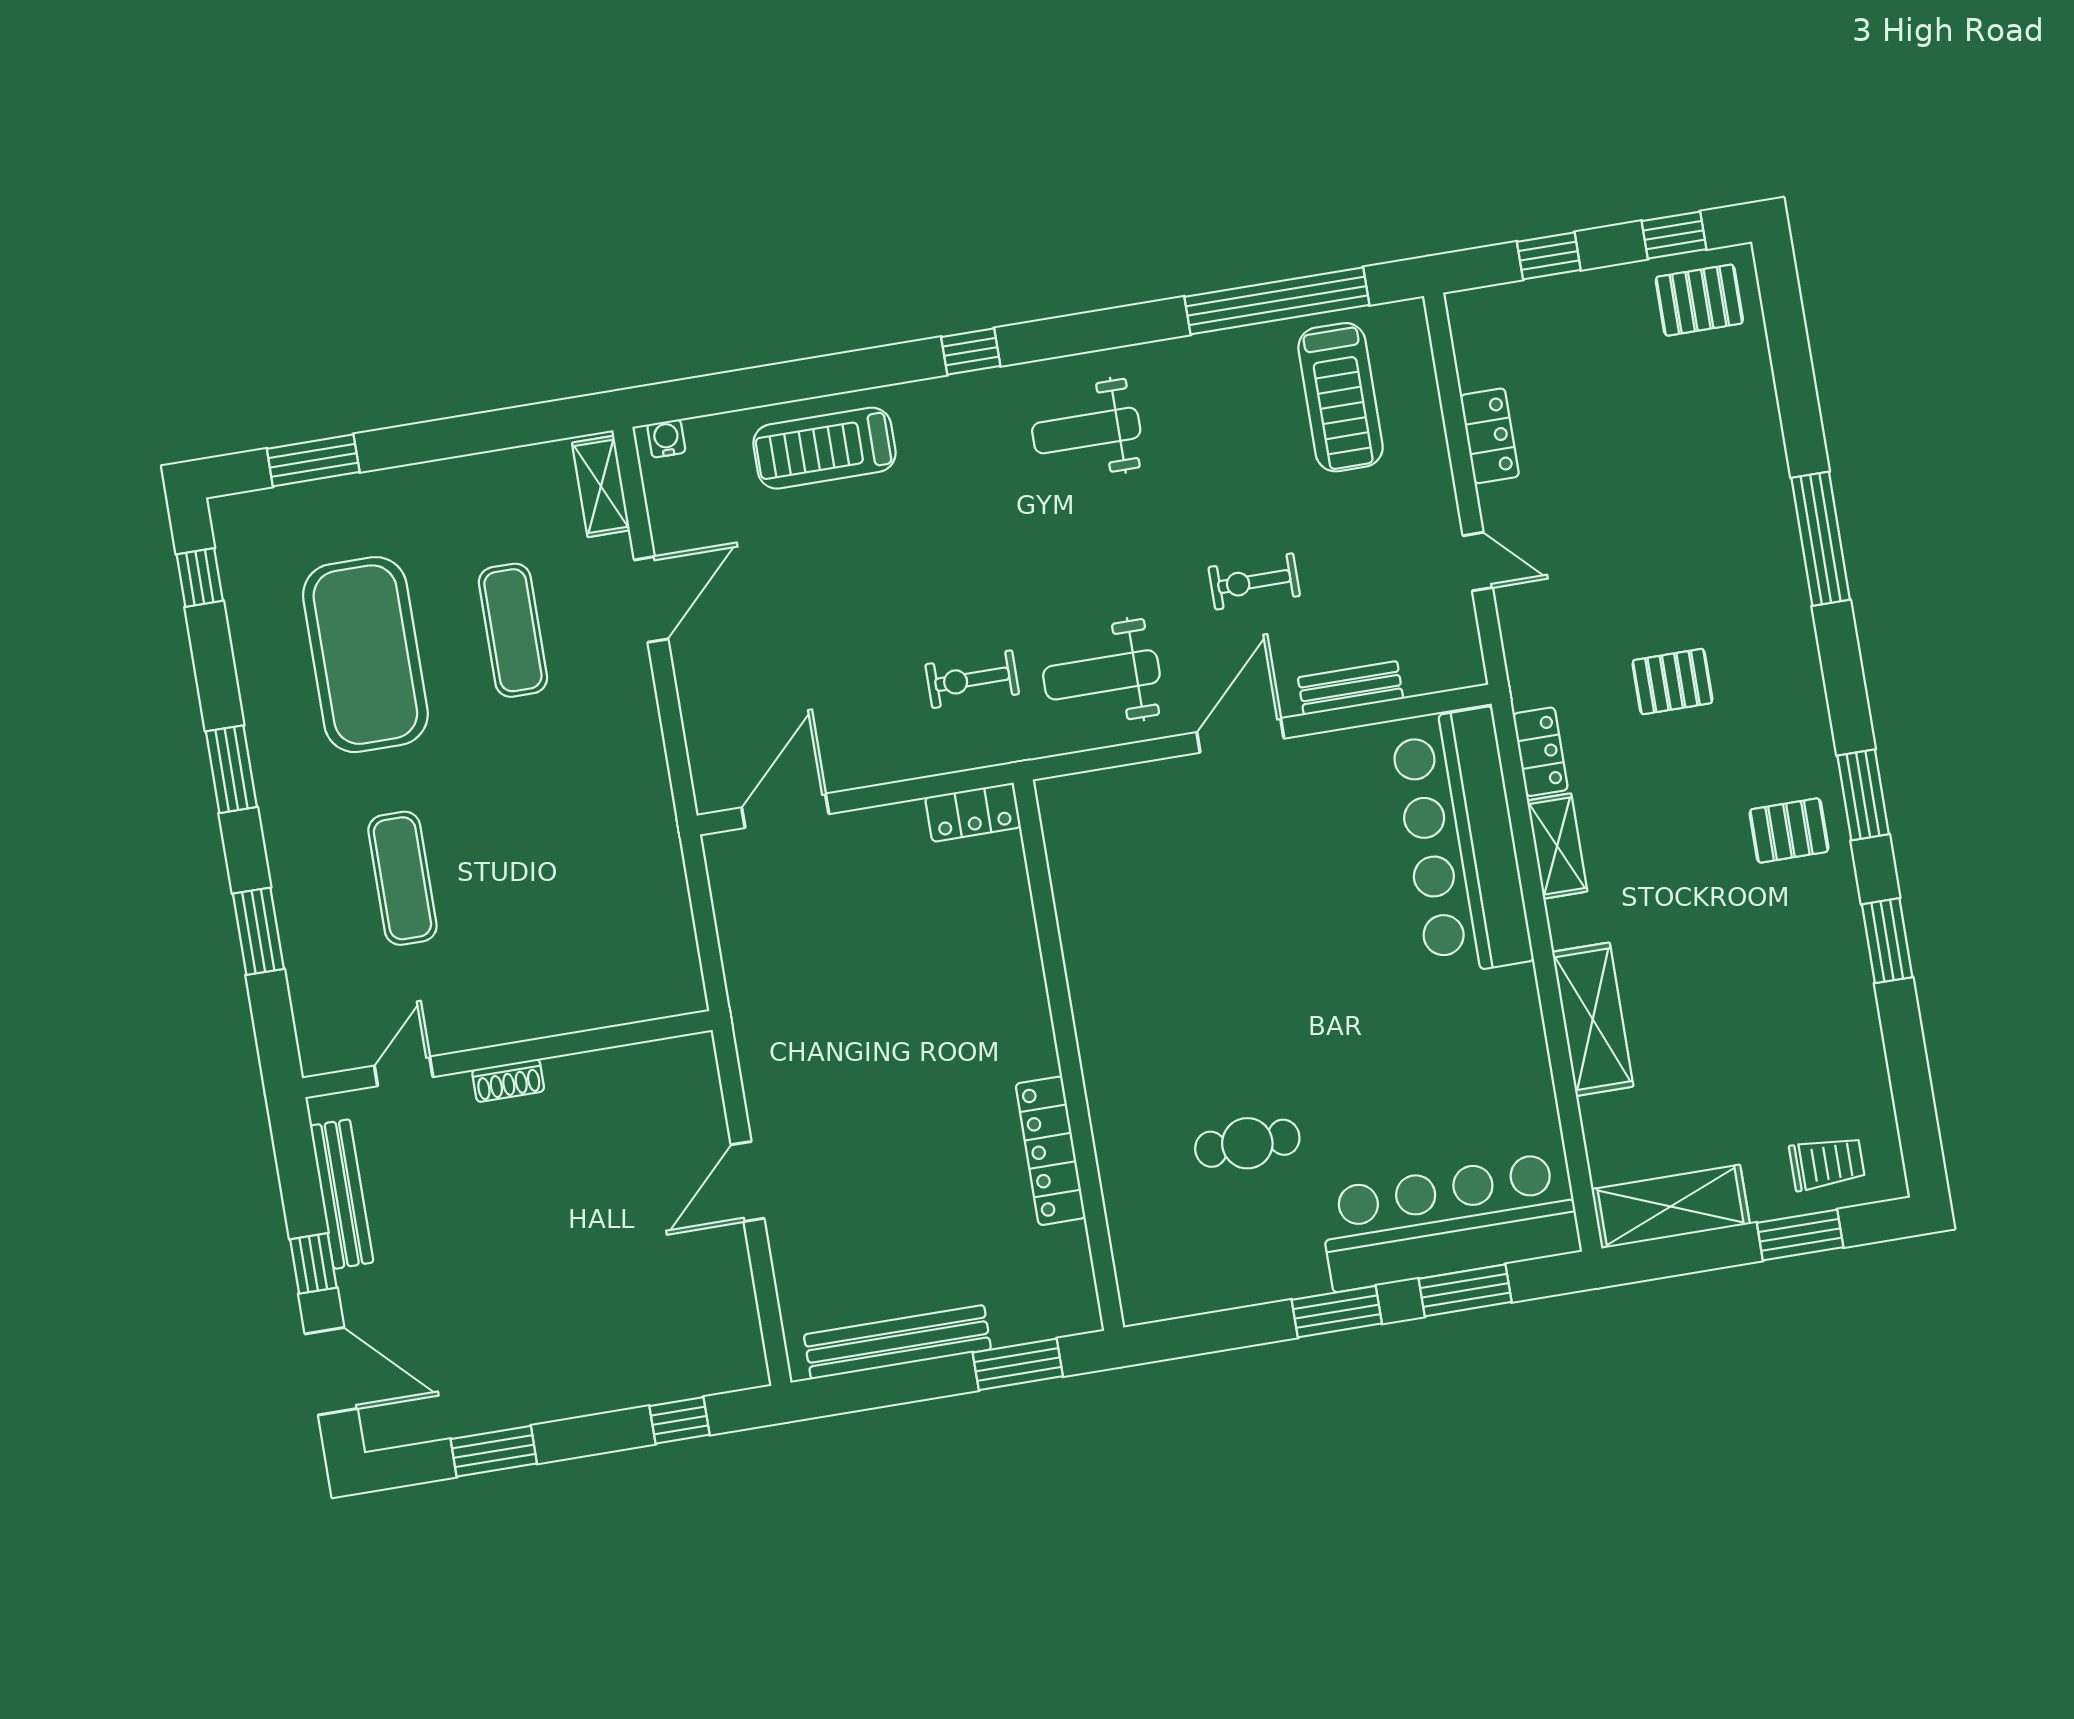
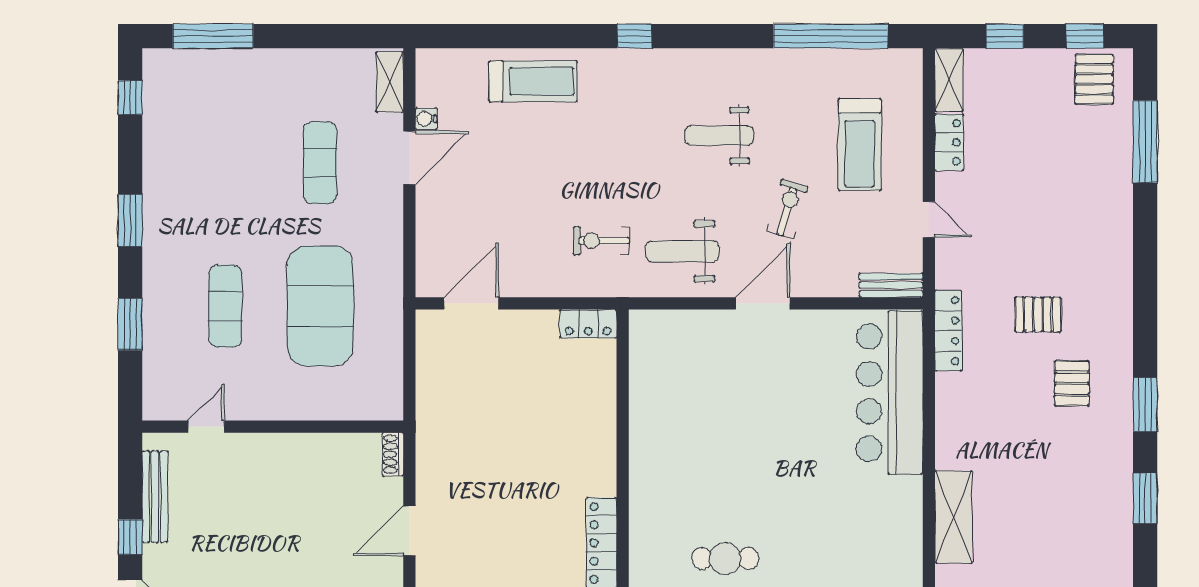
pallet: (1699, 300) -> (1094, 79), turned 90
treadmill: (1341, 397) -> (860, 144), moved
weight bench: (1086, 431) -> (719, 136), moved
water cooler: (666, 438) -> (426, 119), moved, turned -90
treadmill: (824, 448) -> (533, 81), turned 180
window: (313, 460) -> (213, 36), width x1.44
window: (1821, 539) -> (1145, 142), moved
exercise bike: (1254, 581) -> (787, 209), turned 106
exercise mat: (365, 655) -> (320, 306), moved
bench: (1351, 688) -> (891, 285), moved
locker: (1540, 752) -> (948, 331), width x1.53
pallet: (1789, 831) -> (1072, 383), moved, turned 90
shelving: (1557, 846) -> (949, 80), moved
shoe rack: (508, 1081) -> (393, 454), moved, turned 90

